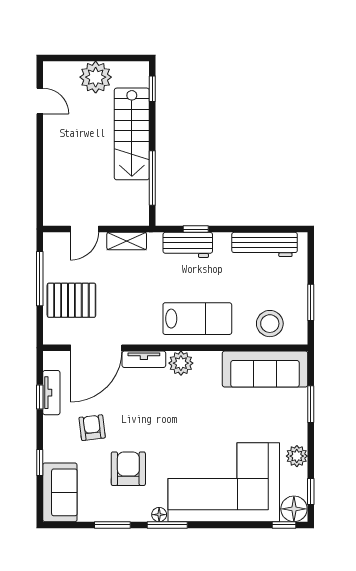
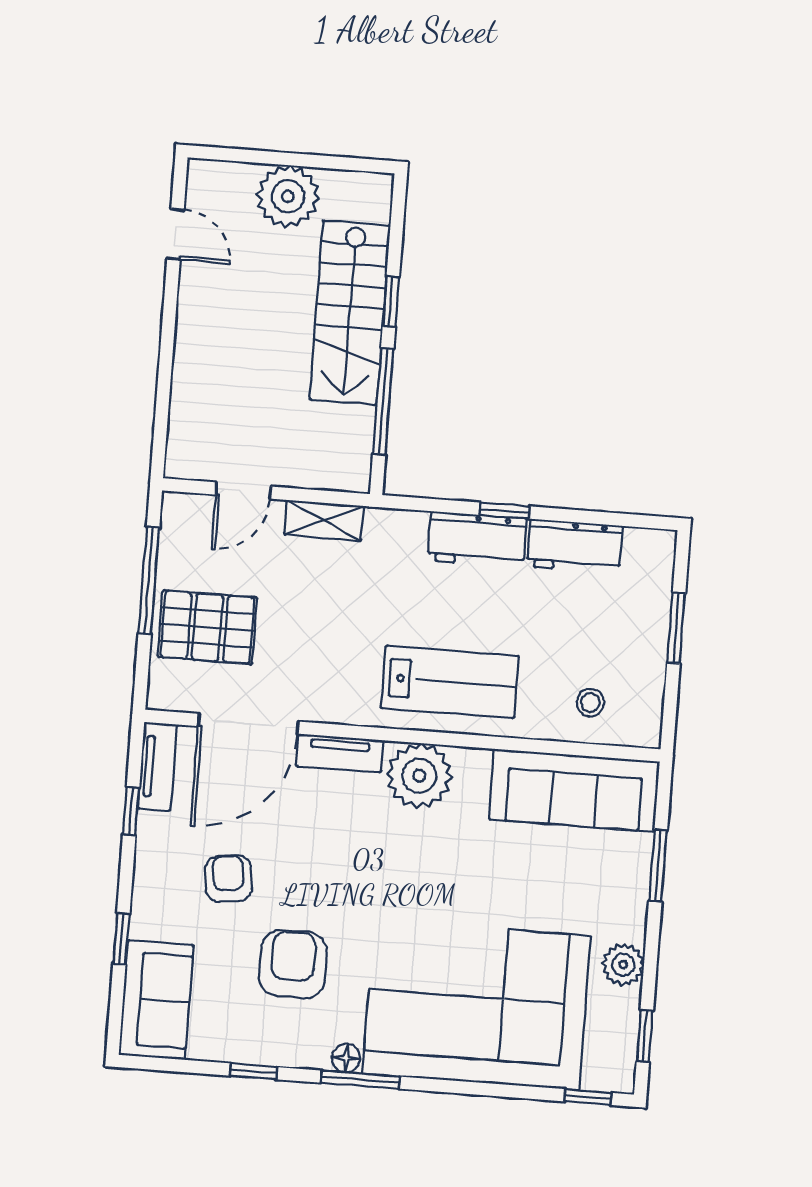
window: (152, 89) -> (391, 302), moved
window: (196, 229) -> (505, 511), moved
workbench: (265, 244) -> (575, 546), width x0.73
workbench: (188, 245) -> (477, 540), moved
window: (311, 302) -> (676, 628), moved
stool: (270, 324) -> (590, 703), width x0.53, depth x0.53
plant: (181, 363) -> (419, 776), width x1.36, depth x1.36
tv unit: (51, 393) -> (157, 766), moved
floor lamp: (294, 509) -> (610, 1067), removed
window: (112, 525) -> (253, 1071), width x0.67

